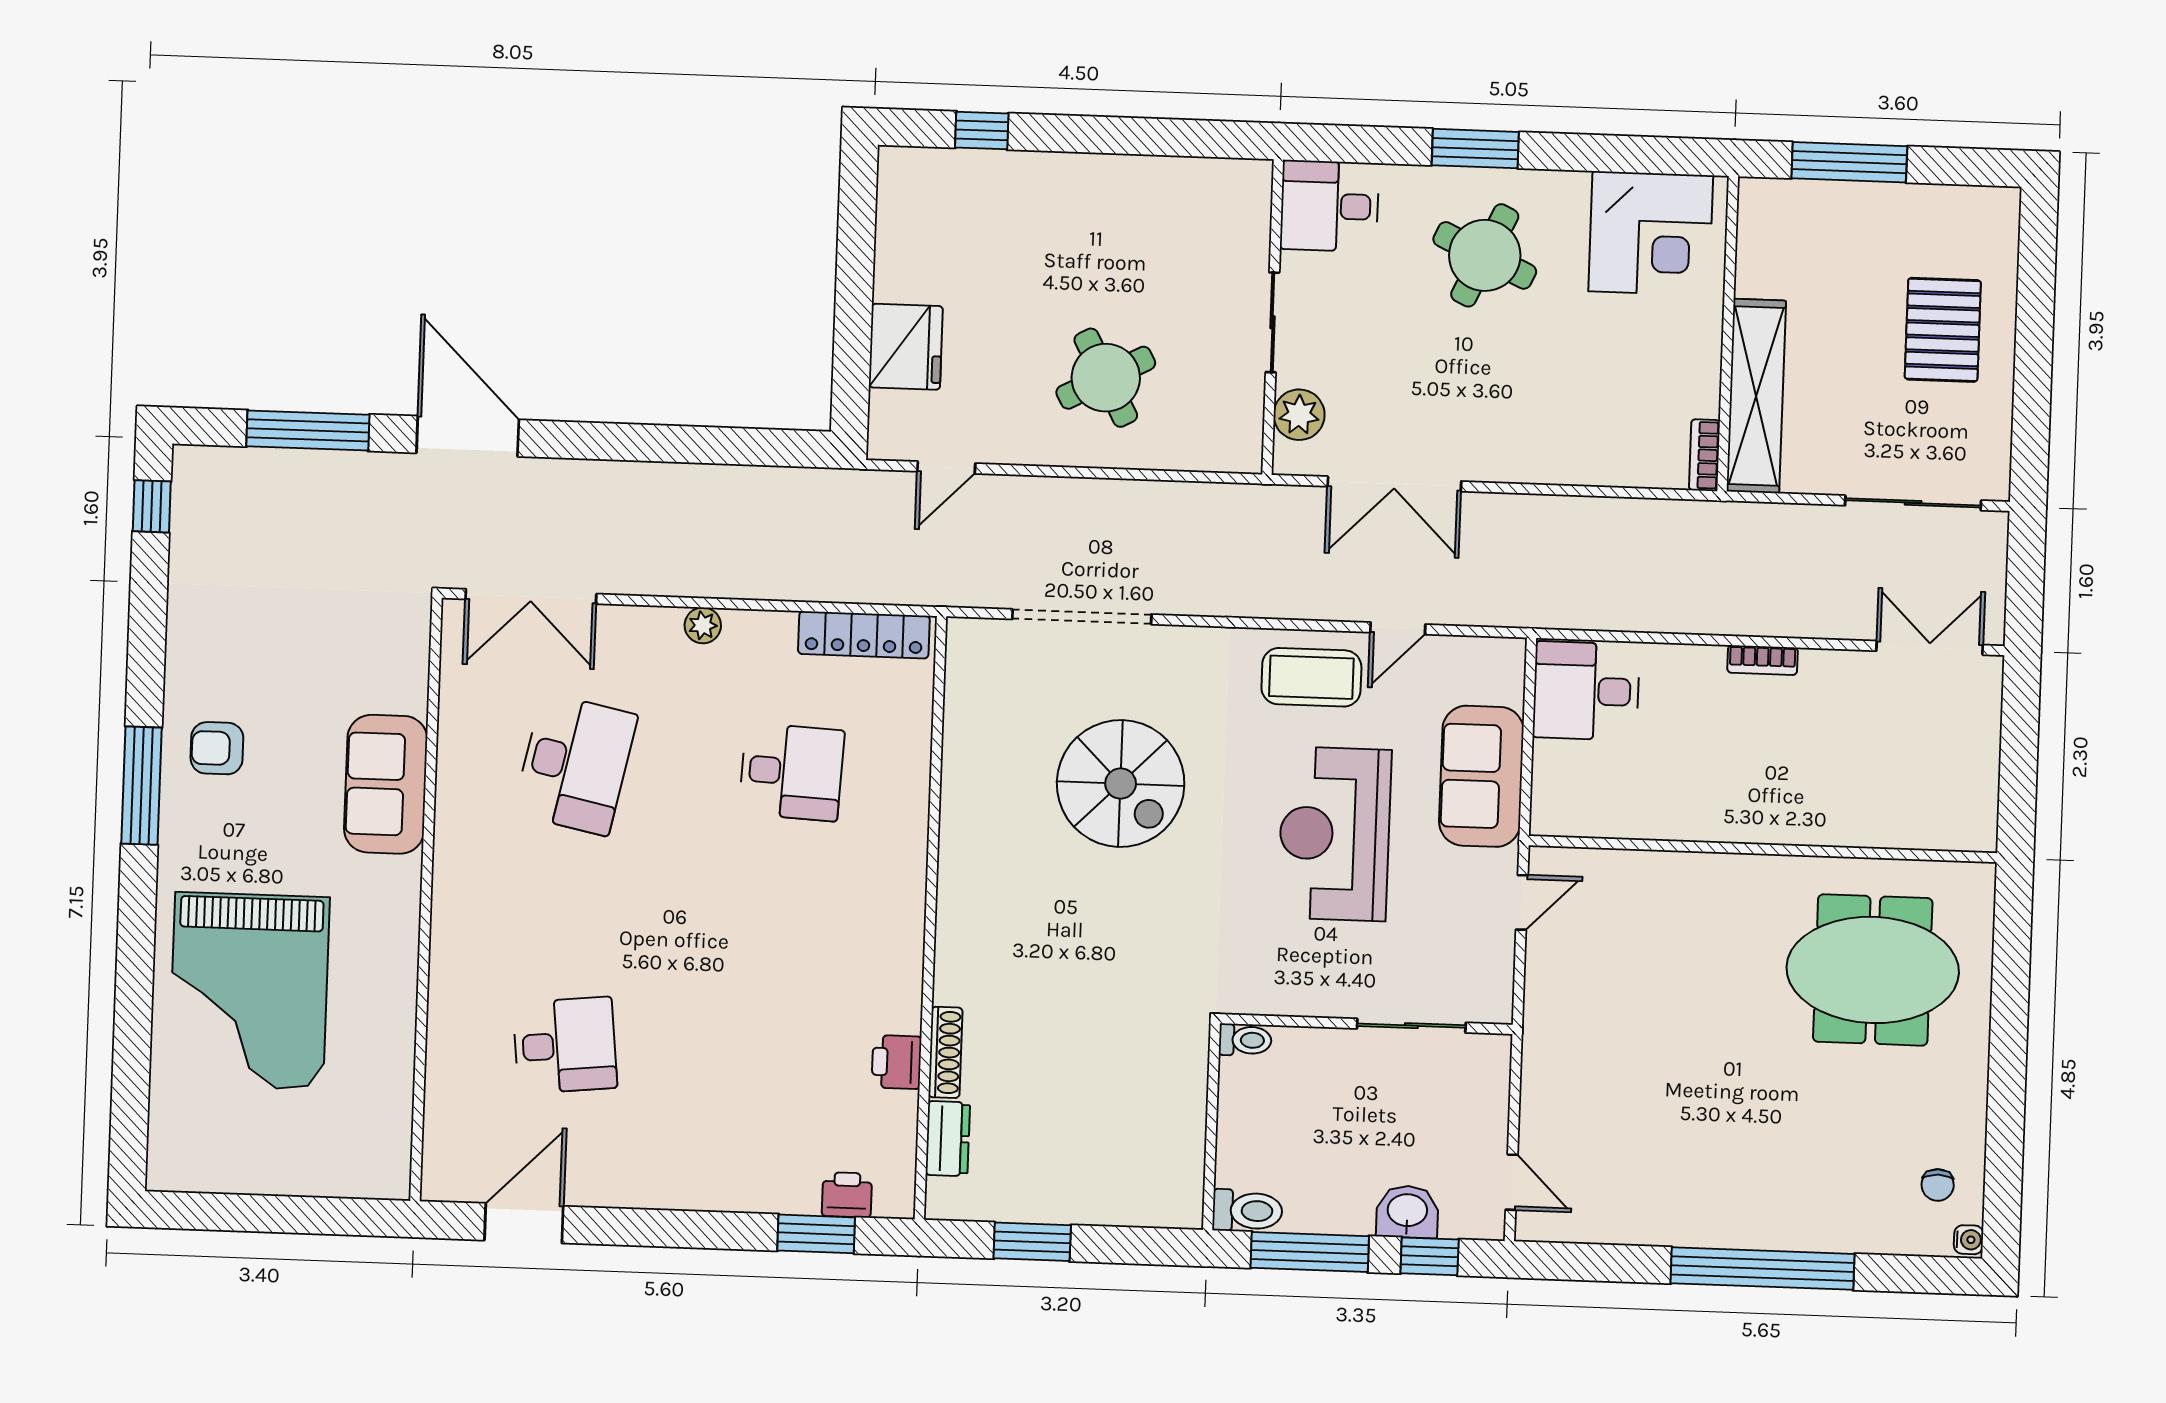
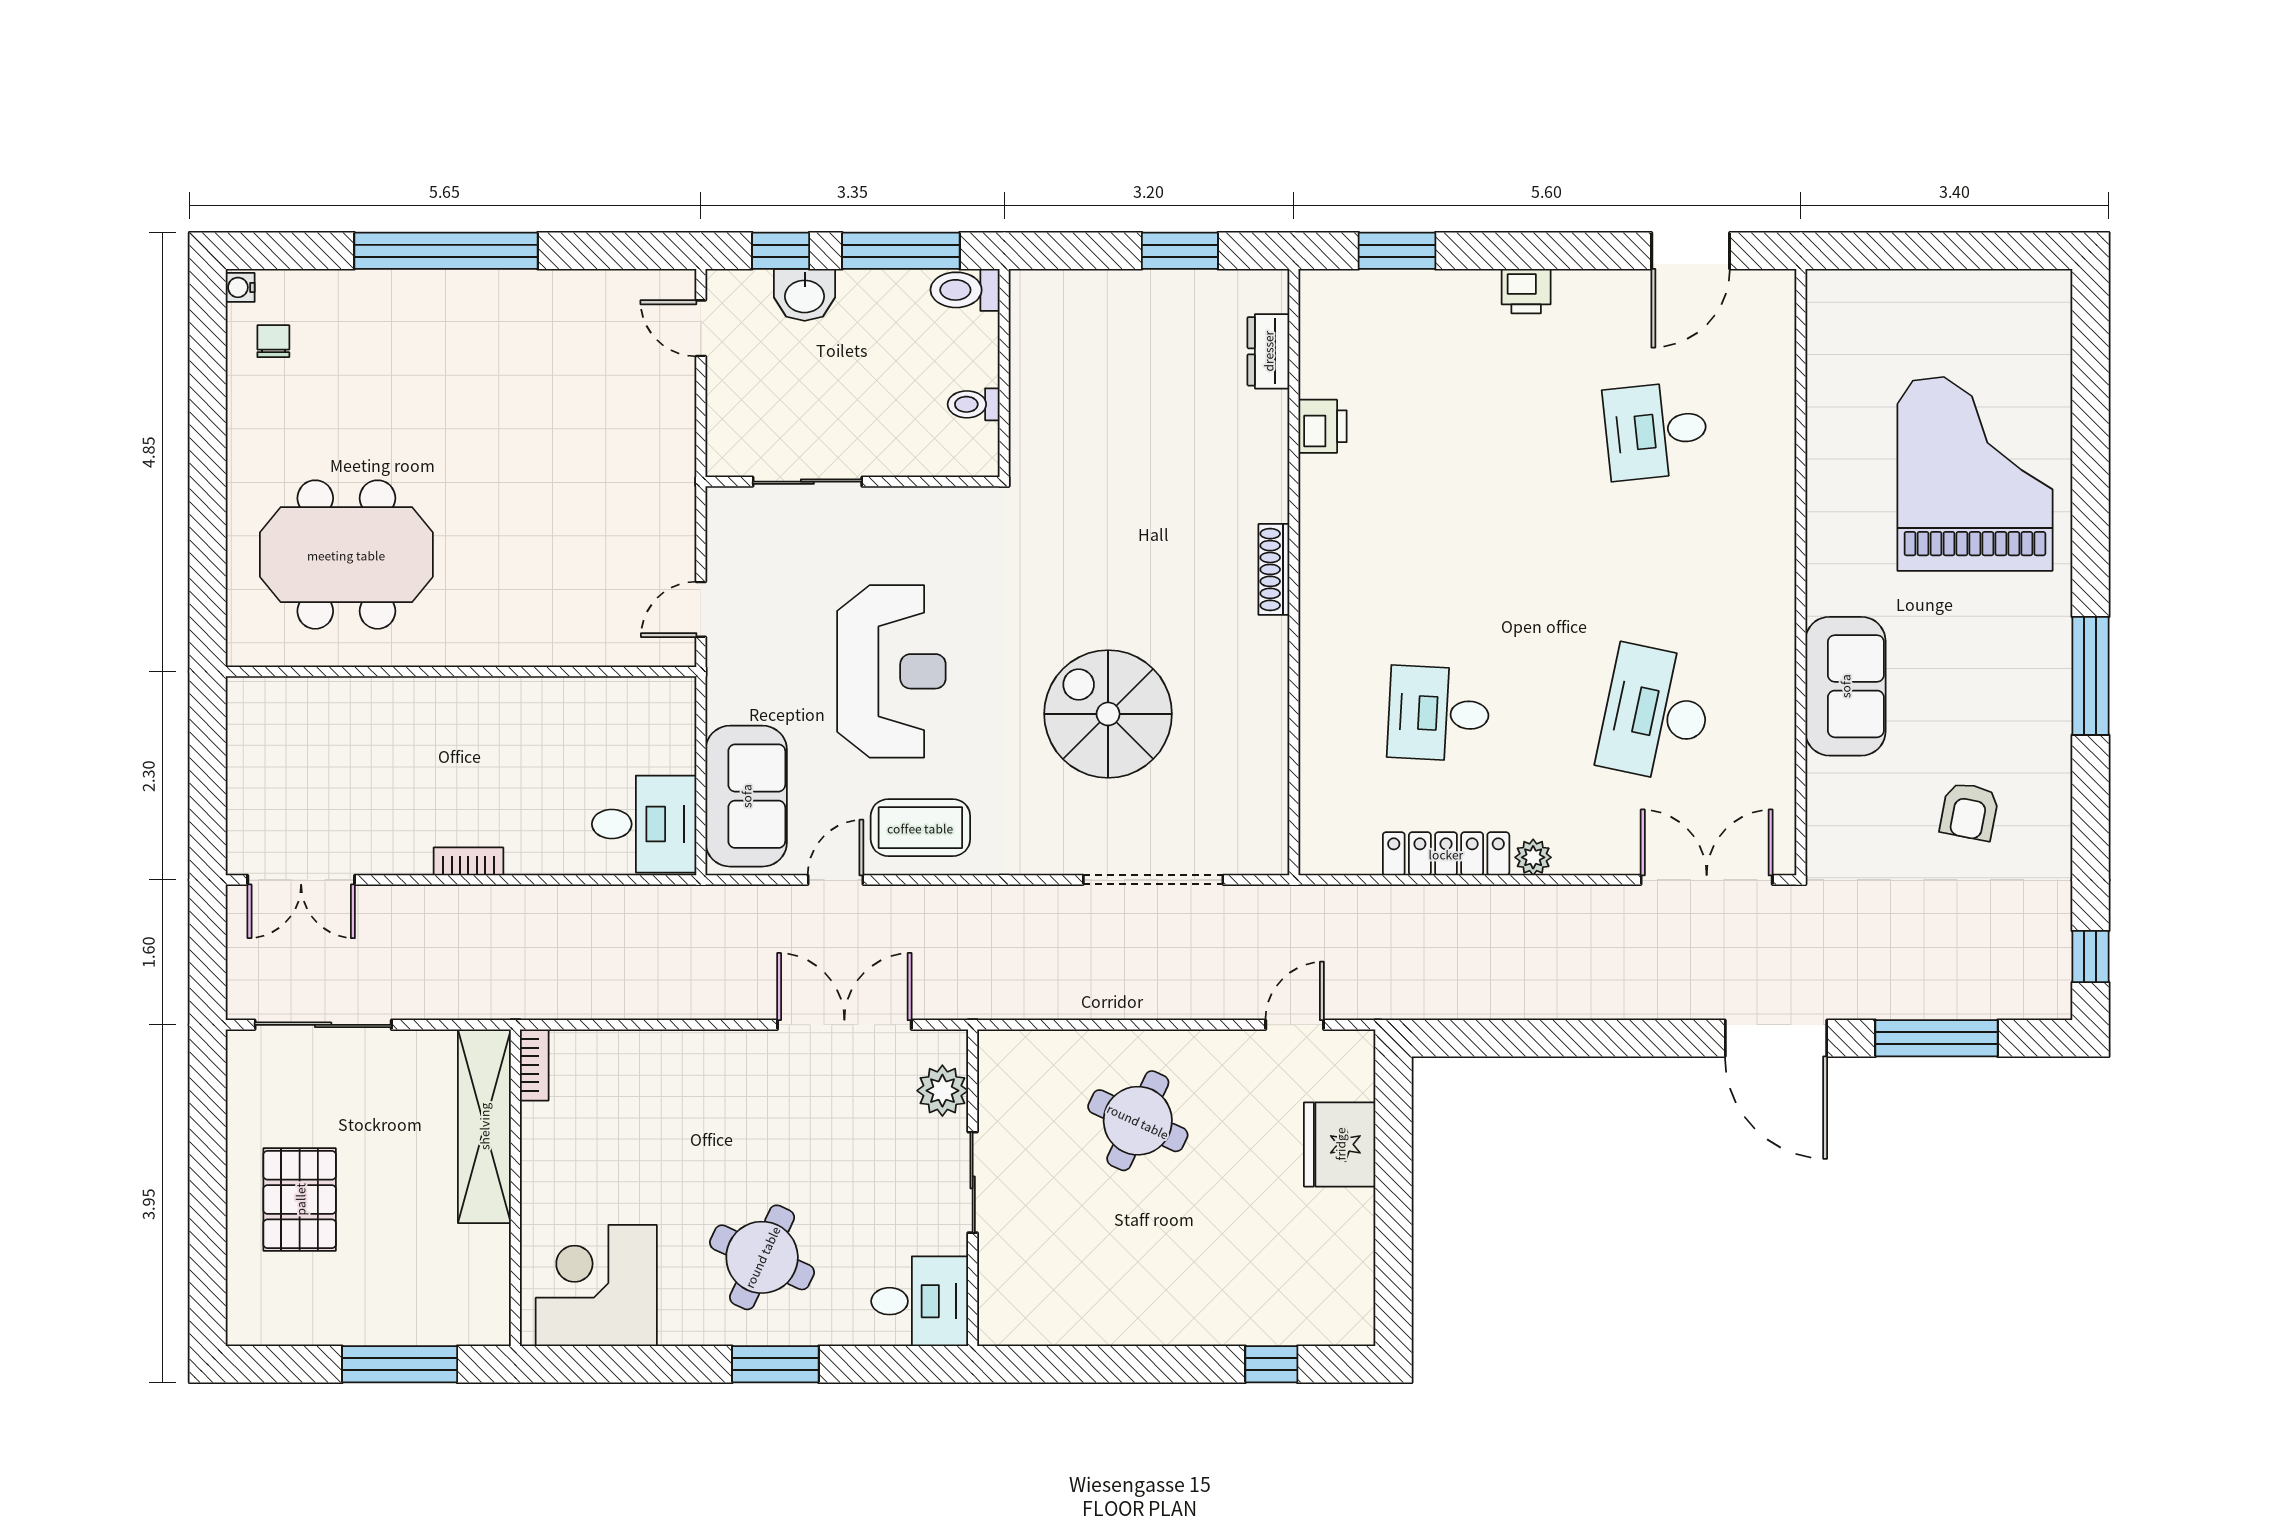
round table: (1106, 378) -> (1138, 1121), turned -37
locker: (864, 635) -> (1446, 854), moved
armchair: (217, 748) -> (1969, 811), moved, turned 101
sofa: (1481, 776) -> (746, 796), moved
toilet: (1245, 1040) -> (974, 404), moved
shoe rack: (945, 1052) -> (1274, 569), moved
printer: (847, 1195) -> (1526, 291), moved

